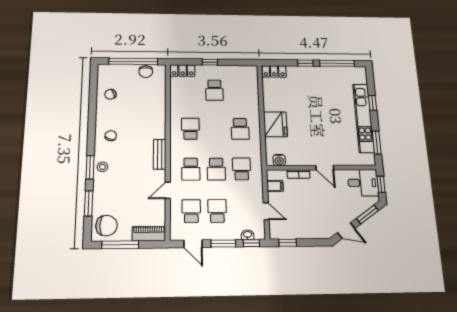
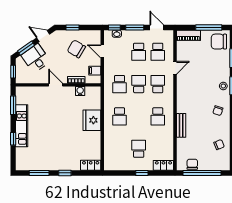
window: (337, 63) -> (39, 173), width x0.69
kitchen unit: (364, 118) -> (22, 126), width x0.73
school desk: (240, 129) -> (120, 116), turned 180
bench: (160, 154) -> (181, 125), moved
water cooler: (279, 160) -> (80, 91), moved
desk: (363, 183) -> (36, 58), moved, turned 55
chair: (301, 214) -> (76, 49), added
window: (288, 243) -> (73, 28), moved

